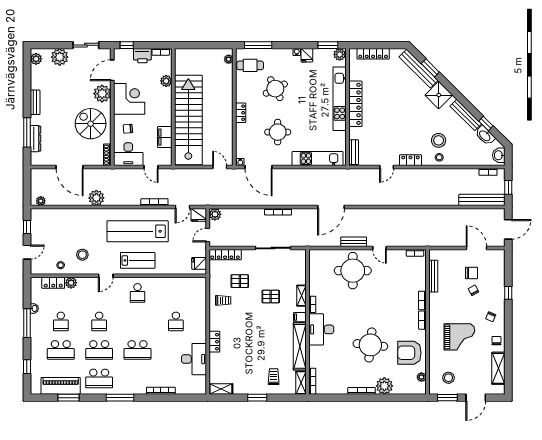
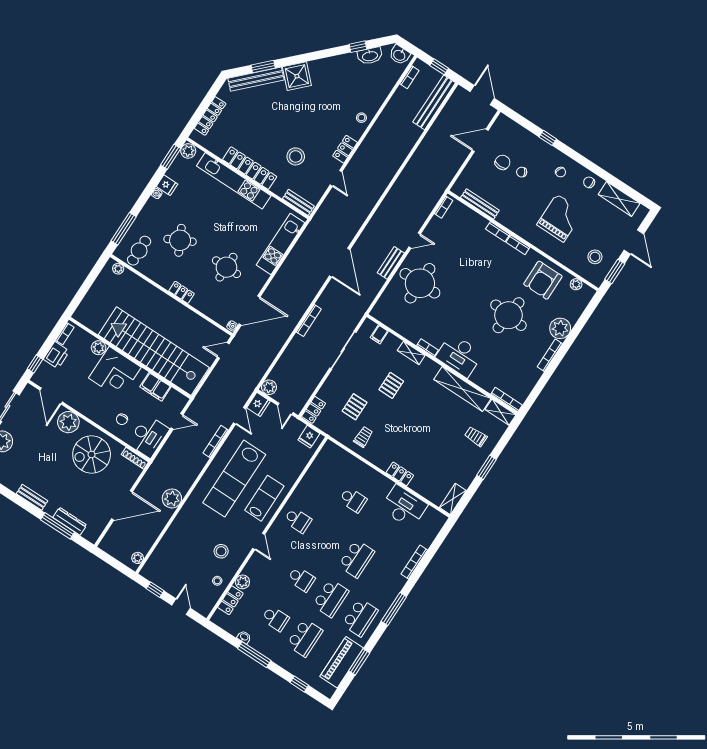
corner desk: (129, 99) -> (115, 373), moved, turned 180
bench: (466, 115) -> (336, 62), removed
stool: (439, 140) -> (296, 156), moved
locker: (225, 255) -> (314, 410), width x0.66
filing cabinet: (300, 317) -> (379, 334), moved

